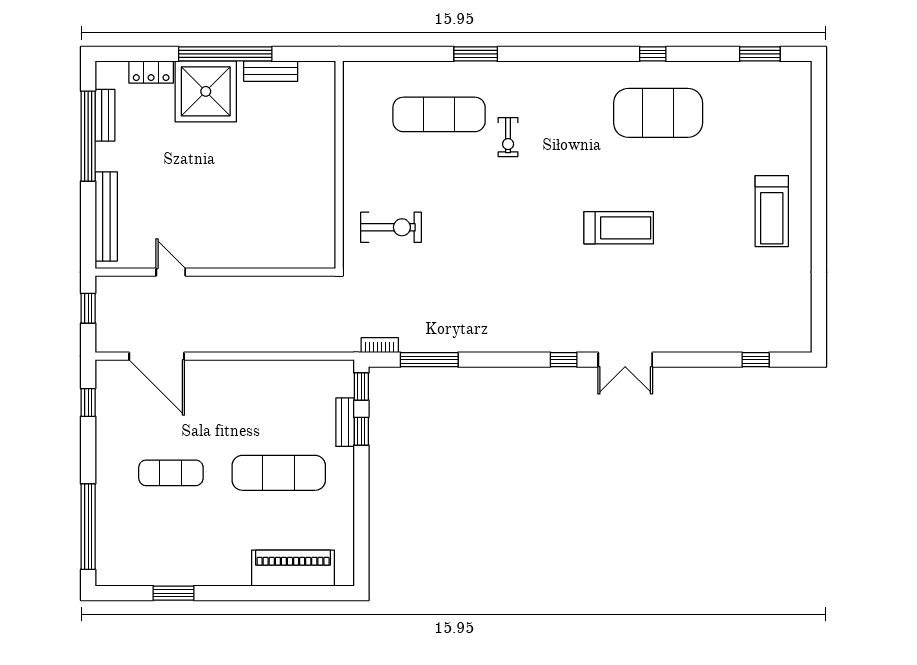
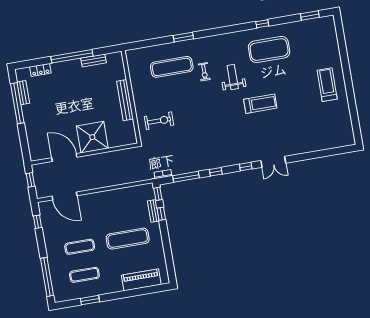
shower: (206, 91) -> (92, 137), moved
weight bench: (568, 159) -> (233, 77), added
treadmill: (772, 211) -> (327, 85), turned 180
bench: (106, 216) -> (125, 100), moved
door: (171, 272) -> (64, 157), width x1.88
window: (756, 360) -> (216, 172), moved
exercise mat: (171, 536) -> (84, 275), added

